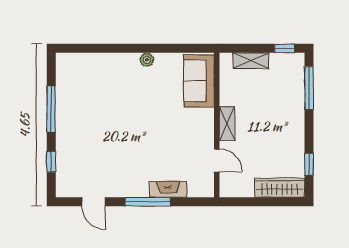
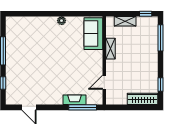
shelving: (227, 124) -> (110, 49), moved
door: (217, 160) -> (104, 82), swing flipped
window: (148, 202) -> (83, 107), moved

